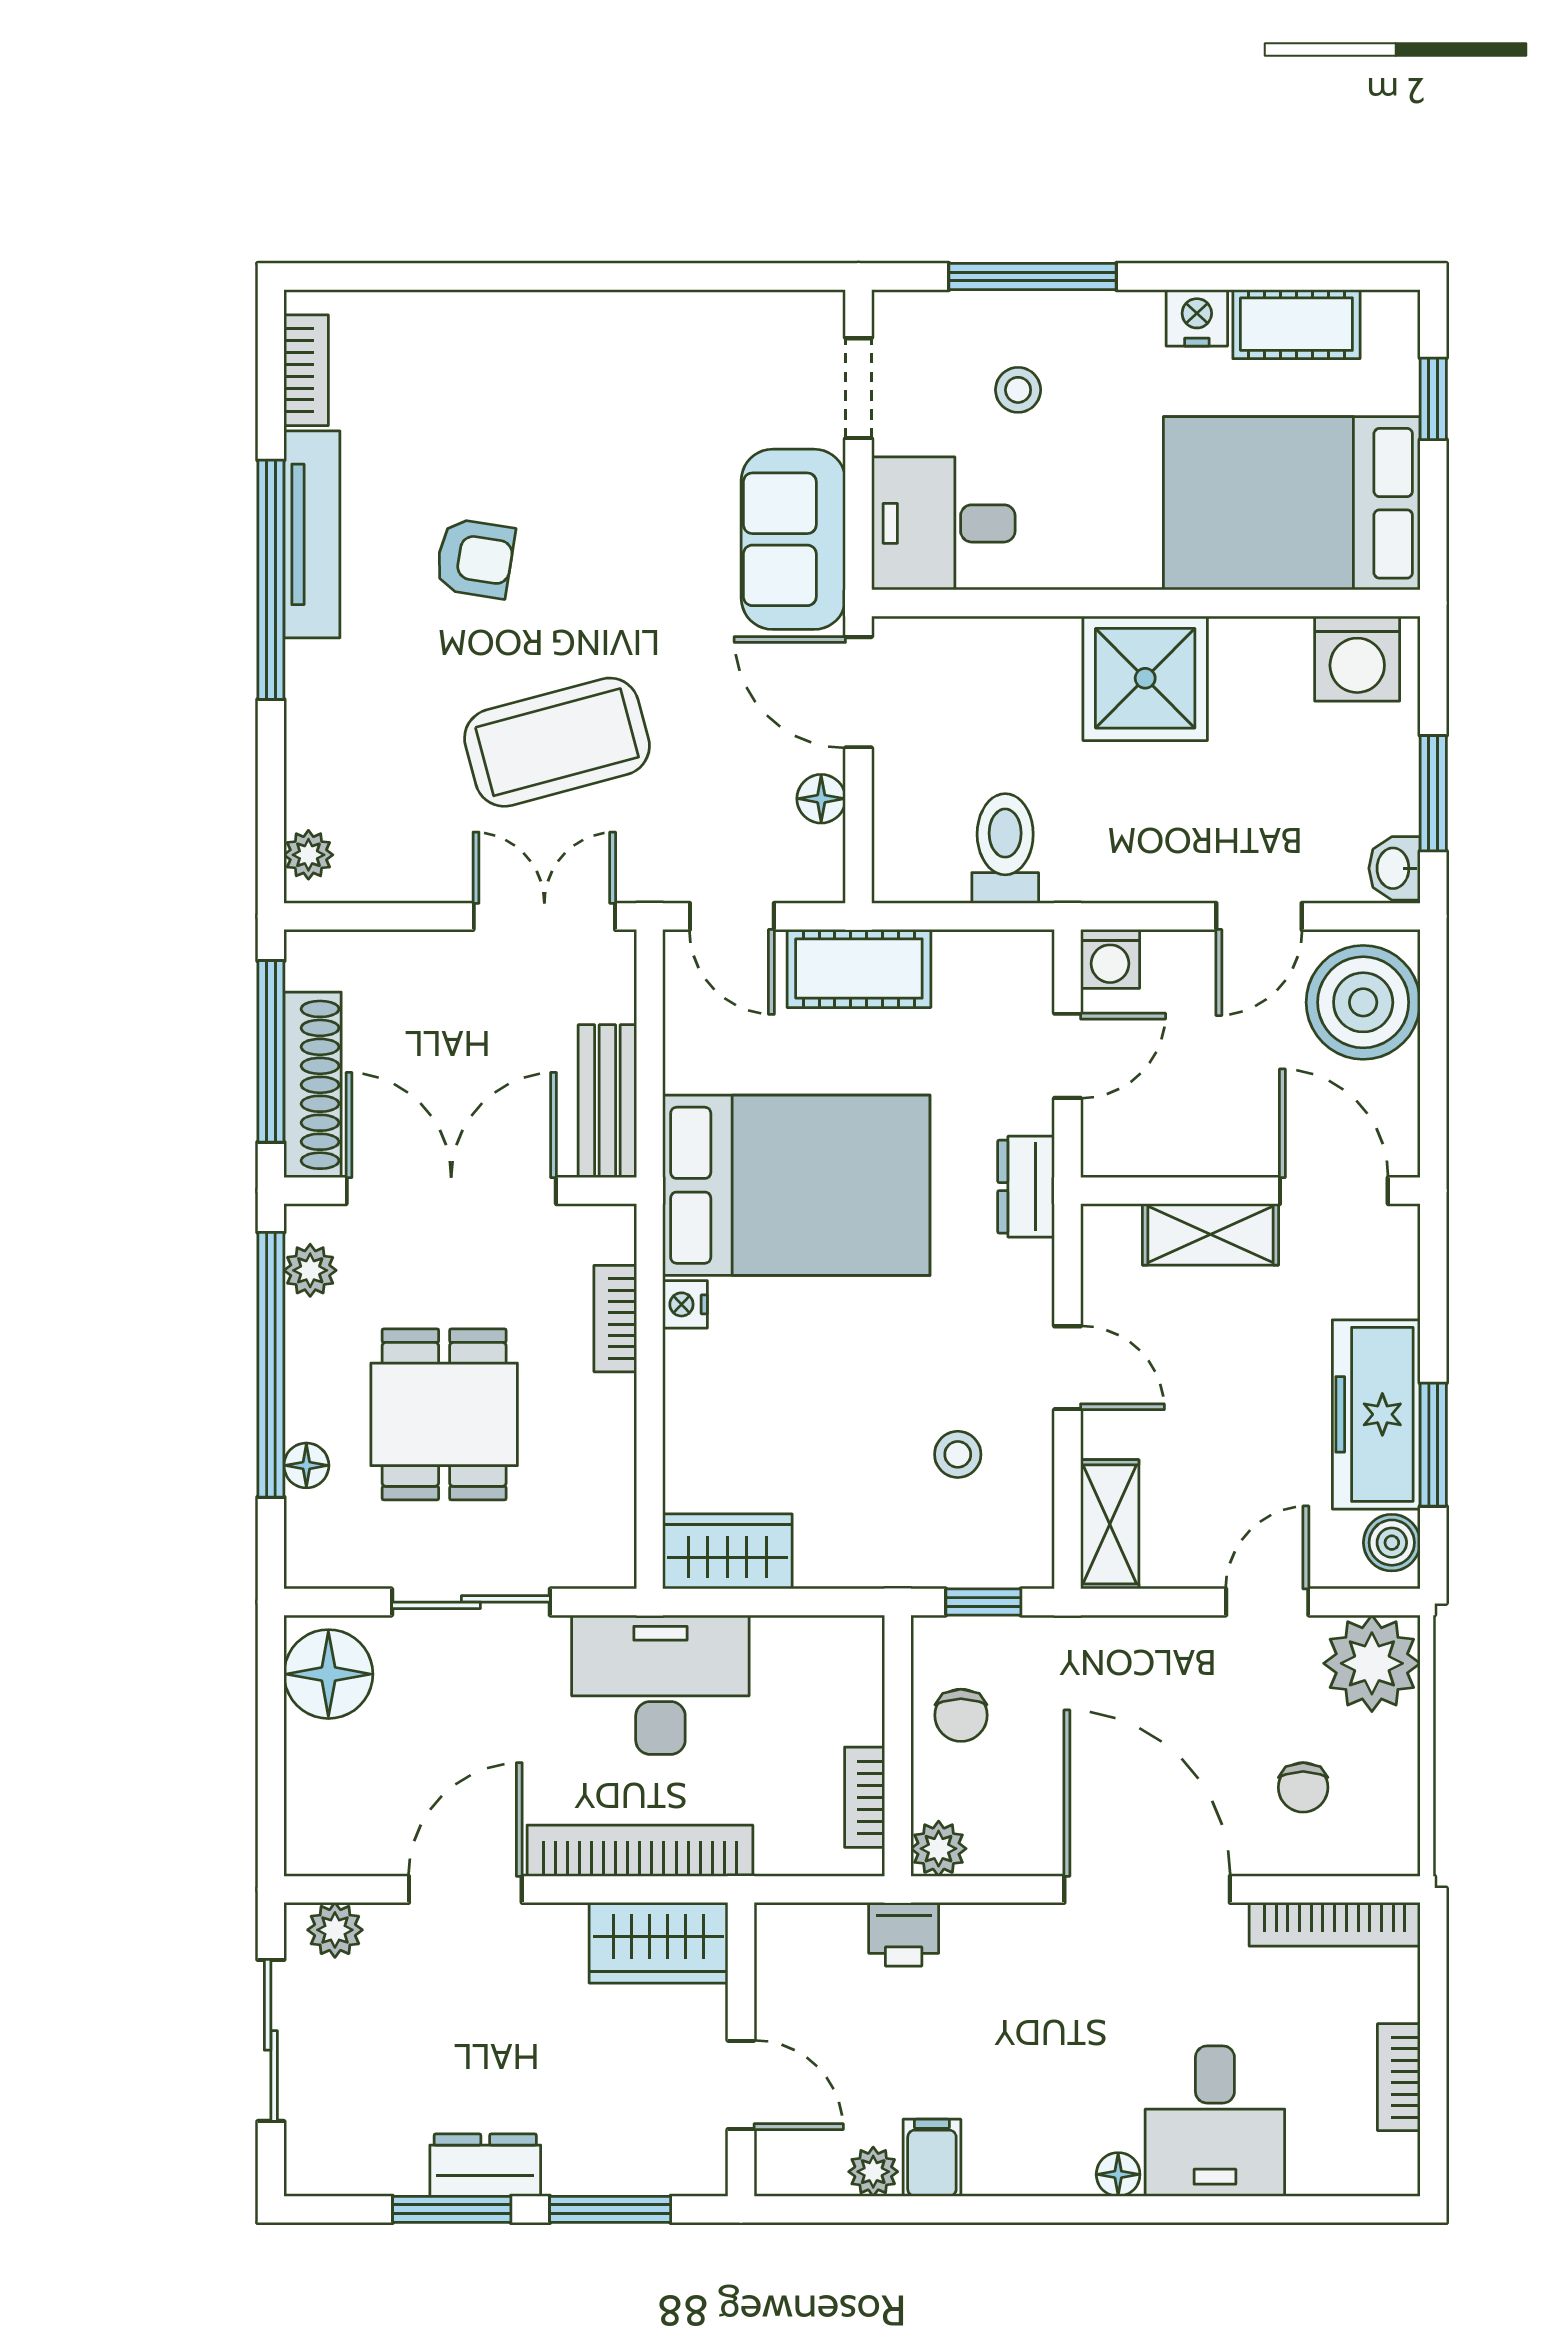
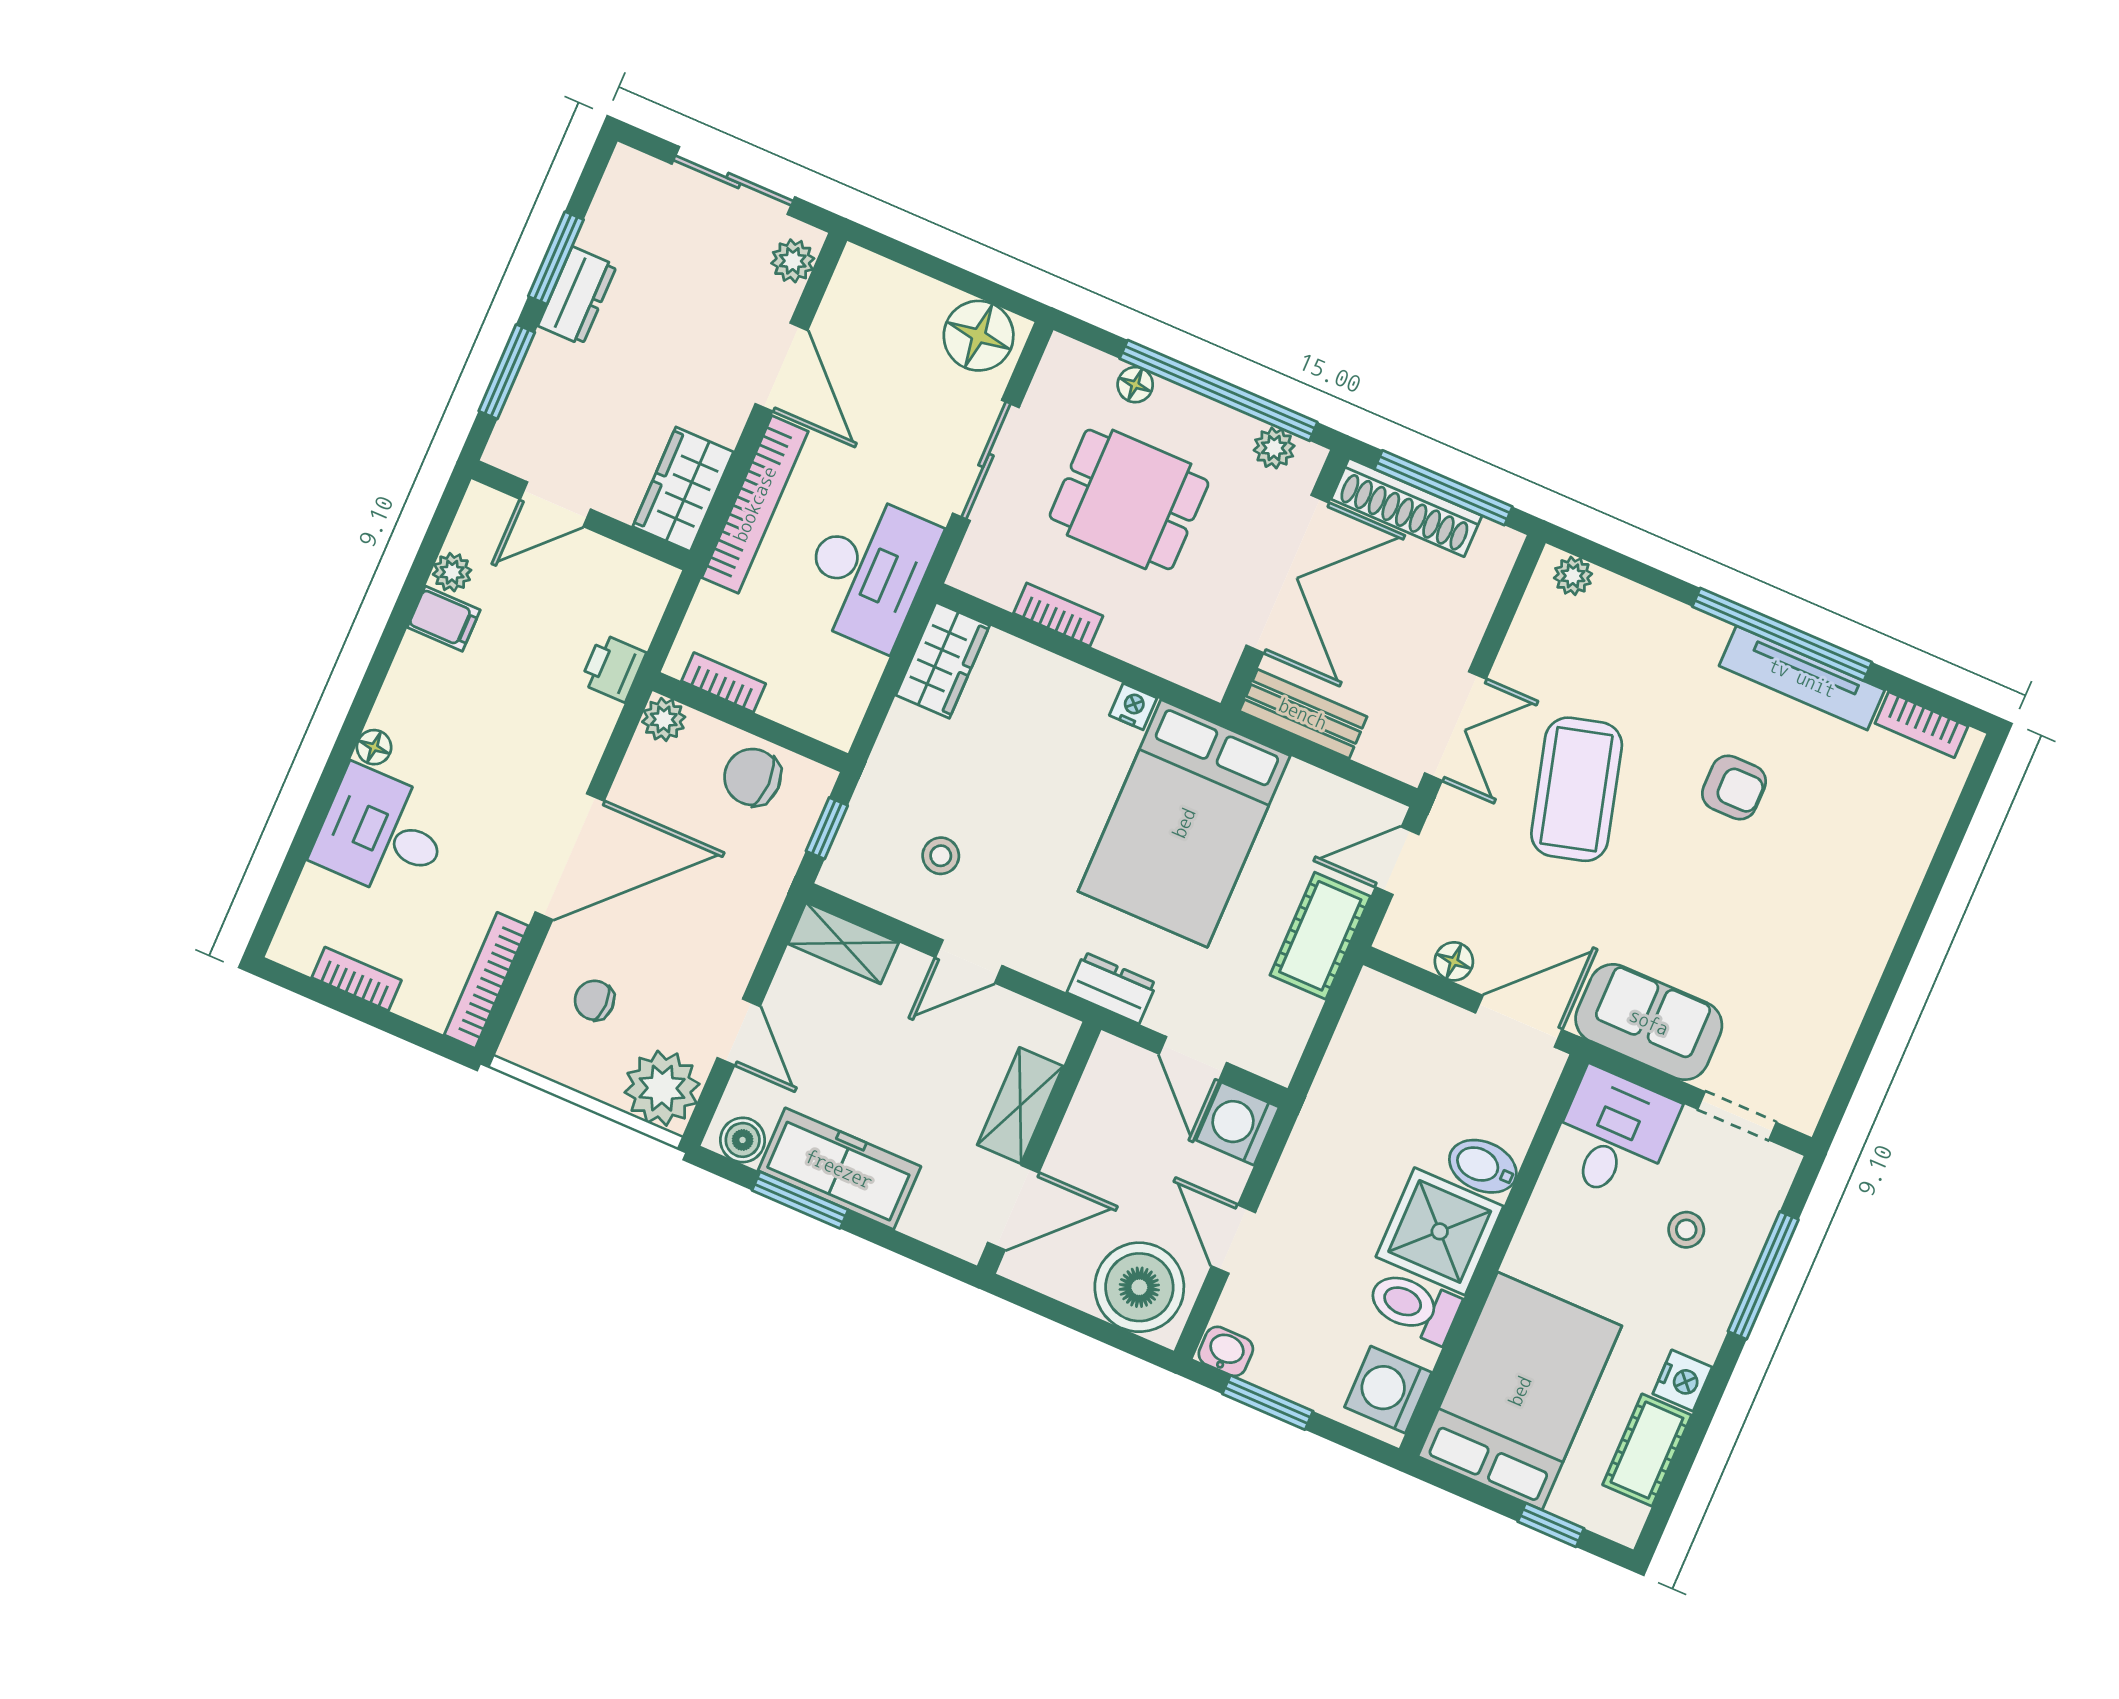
armchair: (475, 558) -> (1734, 787), turned -99
bidet: (1047, 661) -> (1483, 1166), added
toilet: (1005, 848) -> (1414, 1306), moved, turned 180
washing machine: (1110, 959) -> (1238, 1124), width x1.38, depth x1.38
bookcase: (615, 1319) -> (1058, 615), moved
chair: (961, 1715) -> (752, 777), width x1.37, depth x1.37

